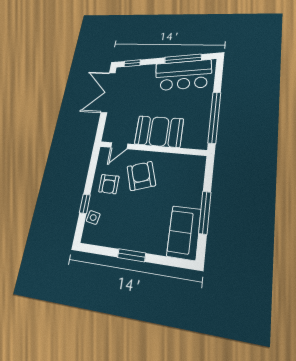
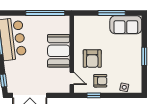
armchair: (141, 176) -> (92, 59), turned -72
window: (85, 204) -> (94, 95), moved

